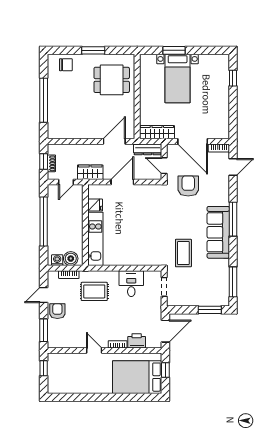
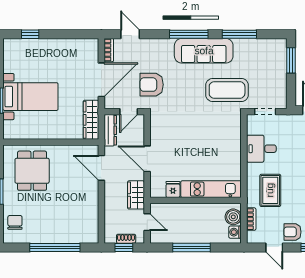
window: (44, 221) -> (192, 247), width x0.68
coffee table: (183, 253) -> (227, 90), width x1.36, depth x1.32
window: (233, 282) -> (239, 34), moved

